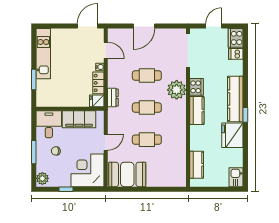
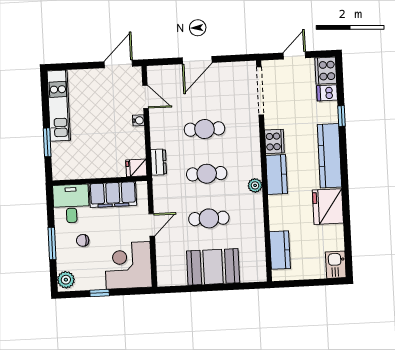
locker: (98, 83) -> (137, 143), removed
plant: (177, 90) -> (255, 185), moved, width x0.53, depth x0.53
window: (245, 115) -> (342, 116), moved
booth: (127, 174) -> (213, 267), moved

